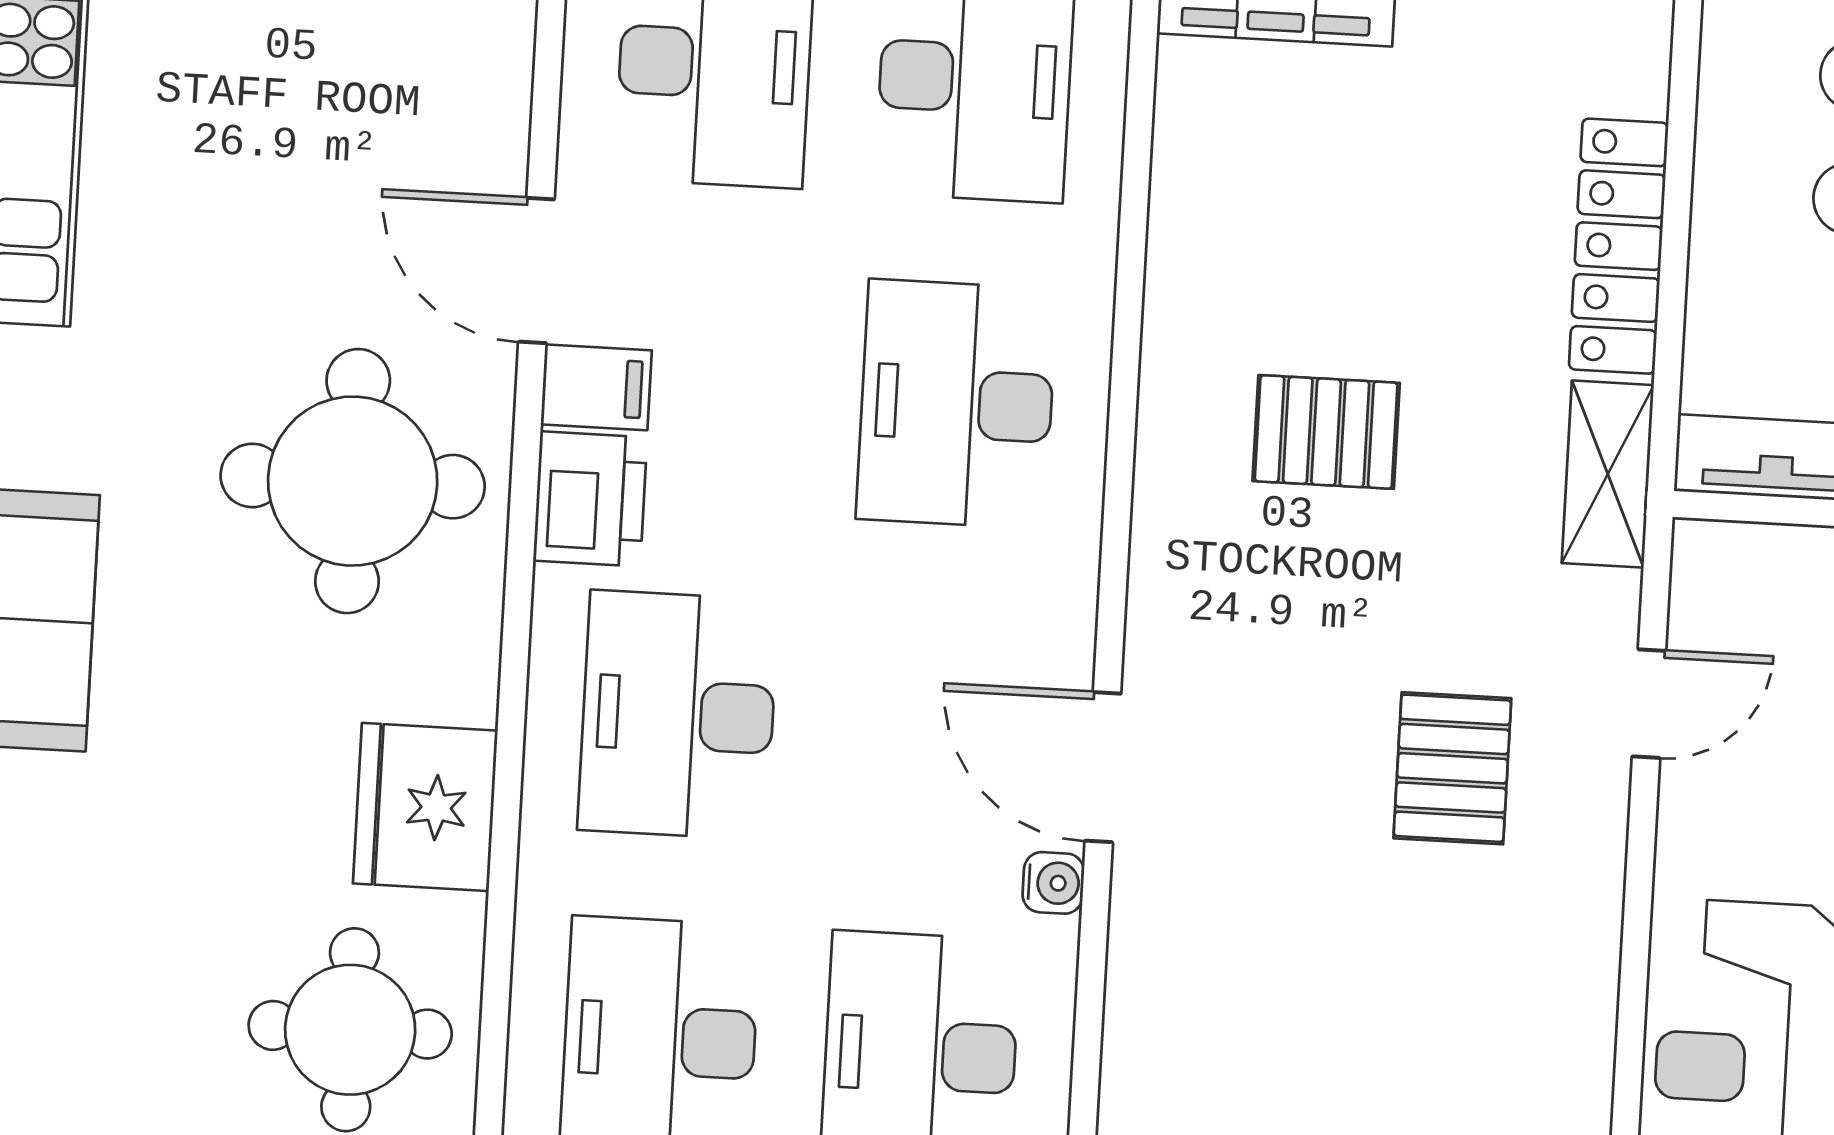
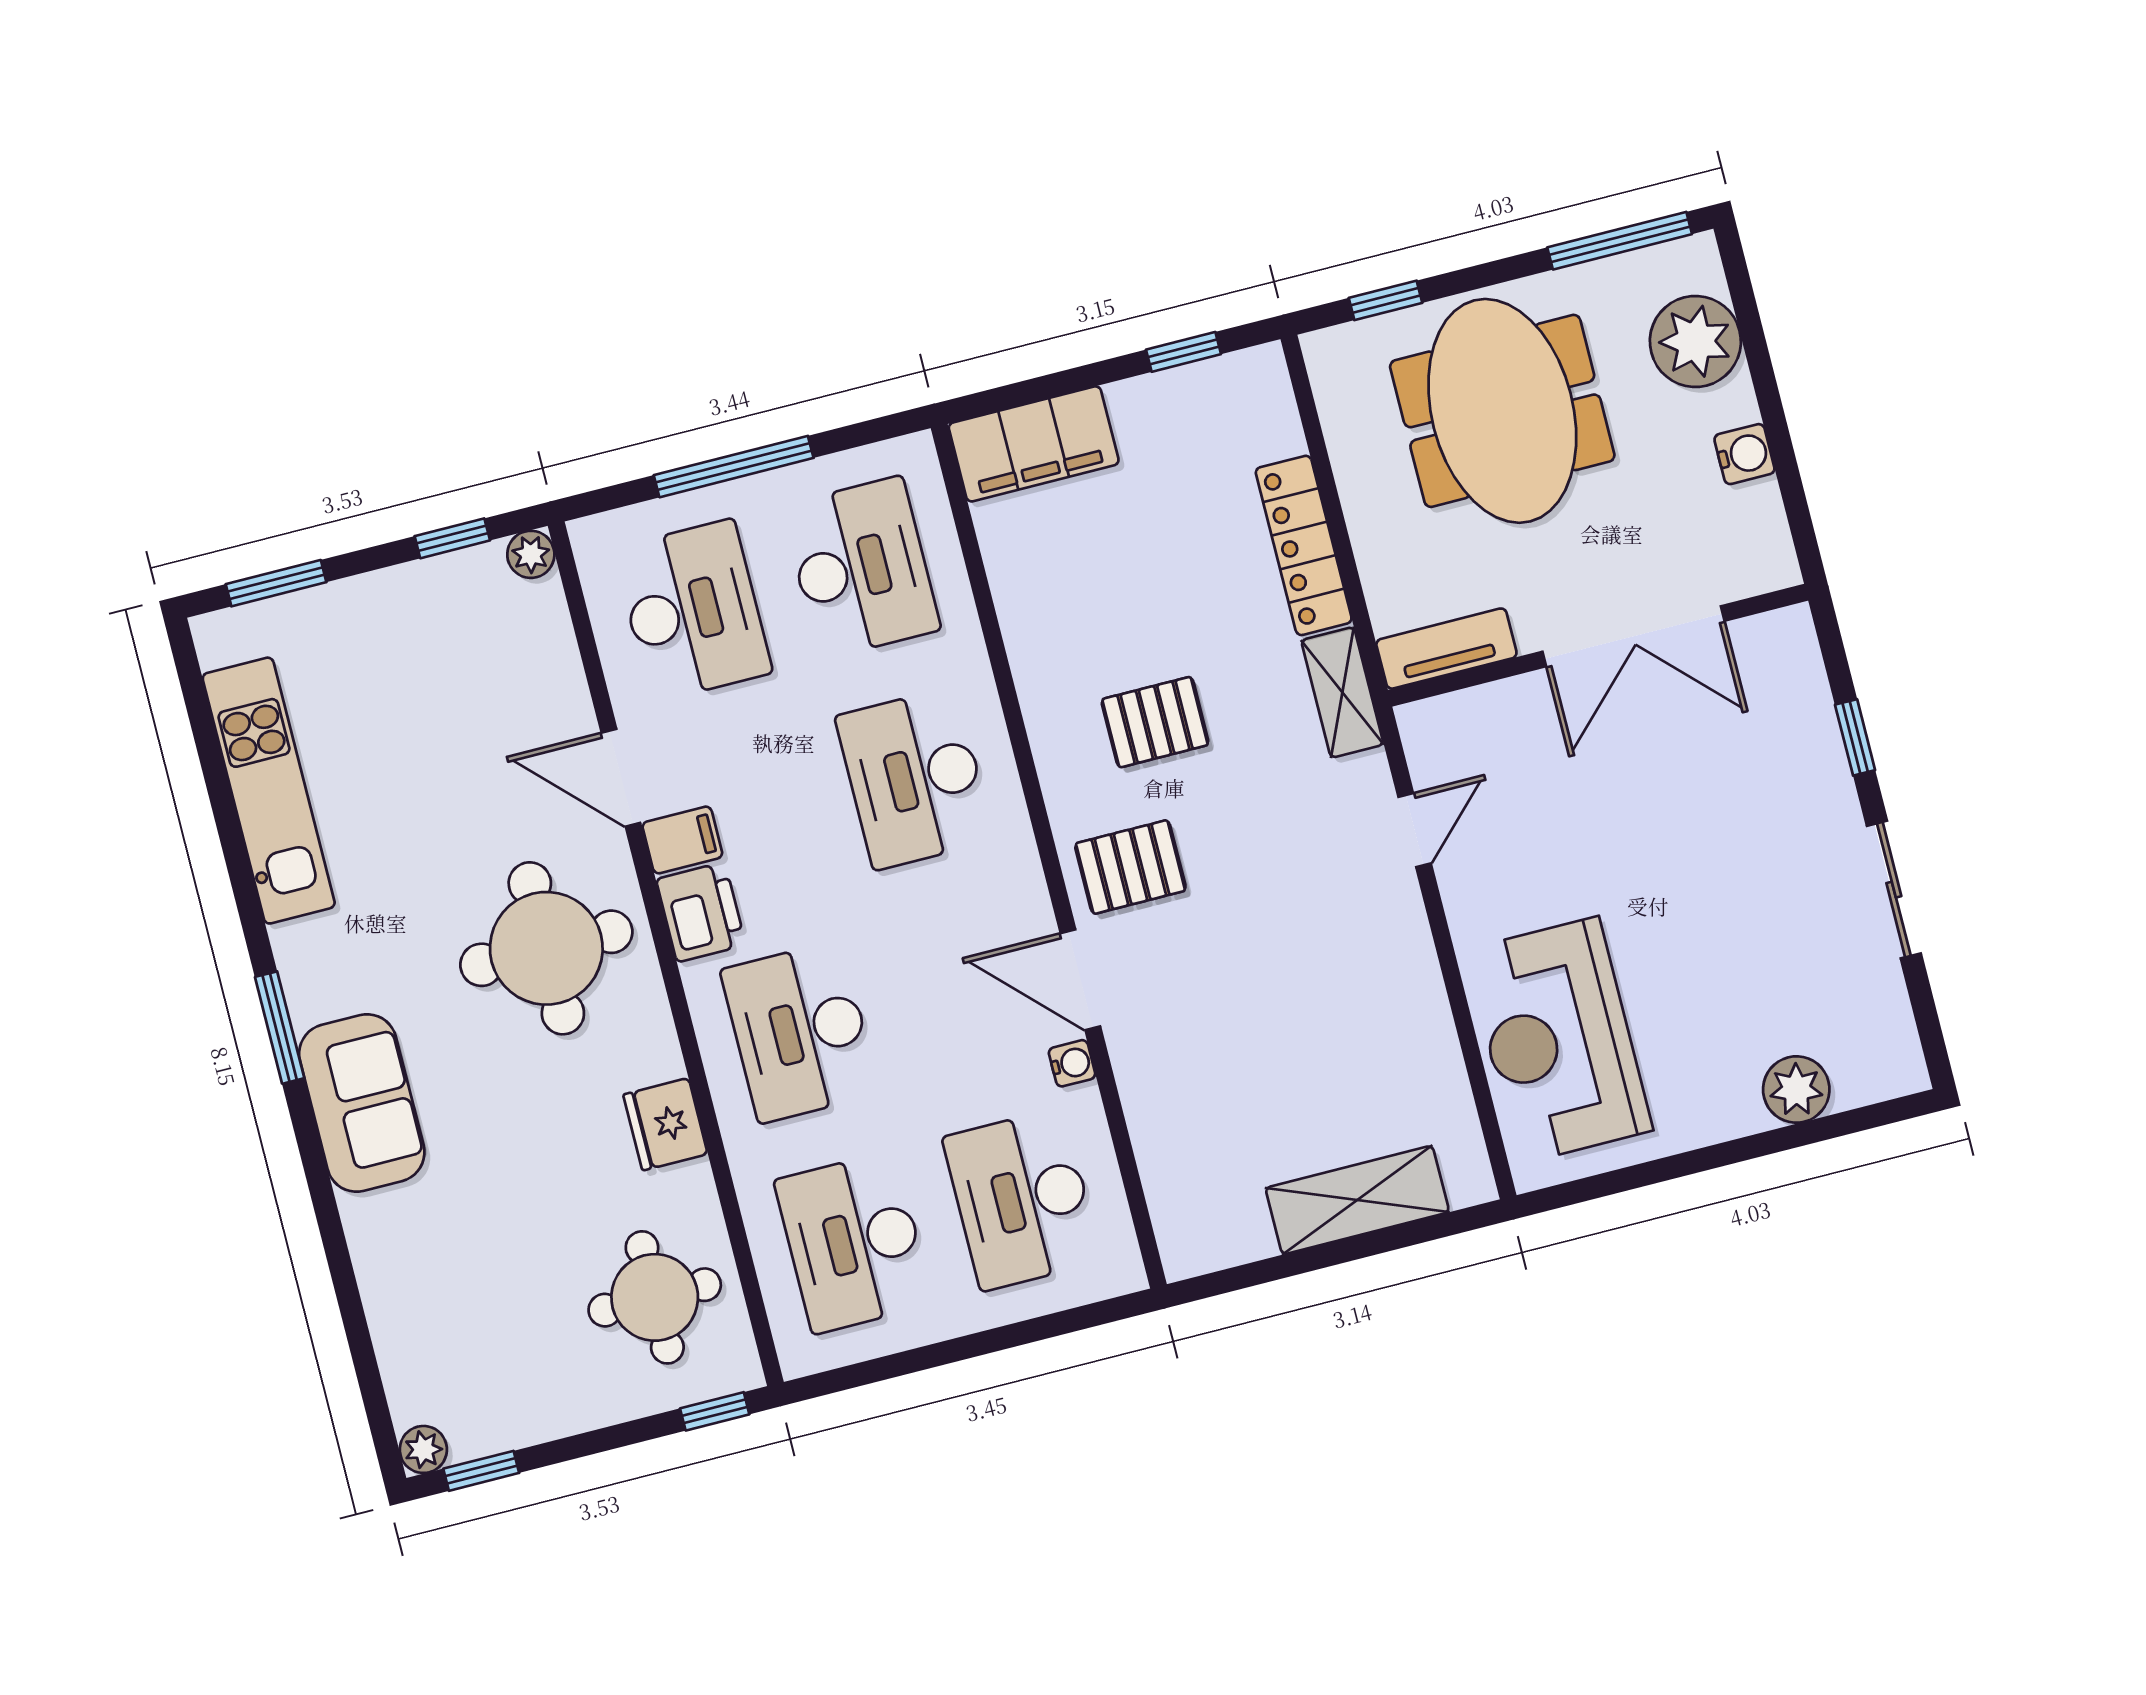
pallet: (1452, 768) -> (1130, 867), moved, turned 90
fridge: (425, 807) -> (665, 1124), width x0.73, depth x0.75

